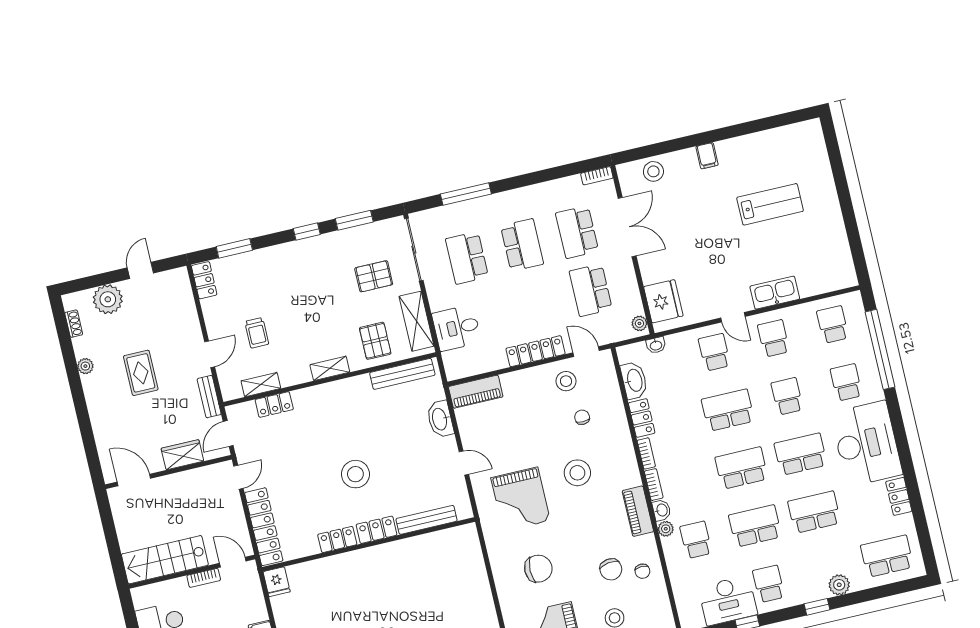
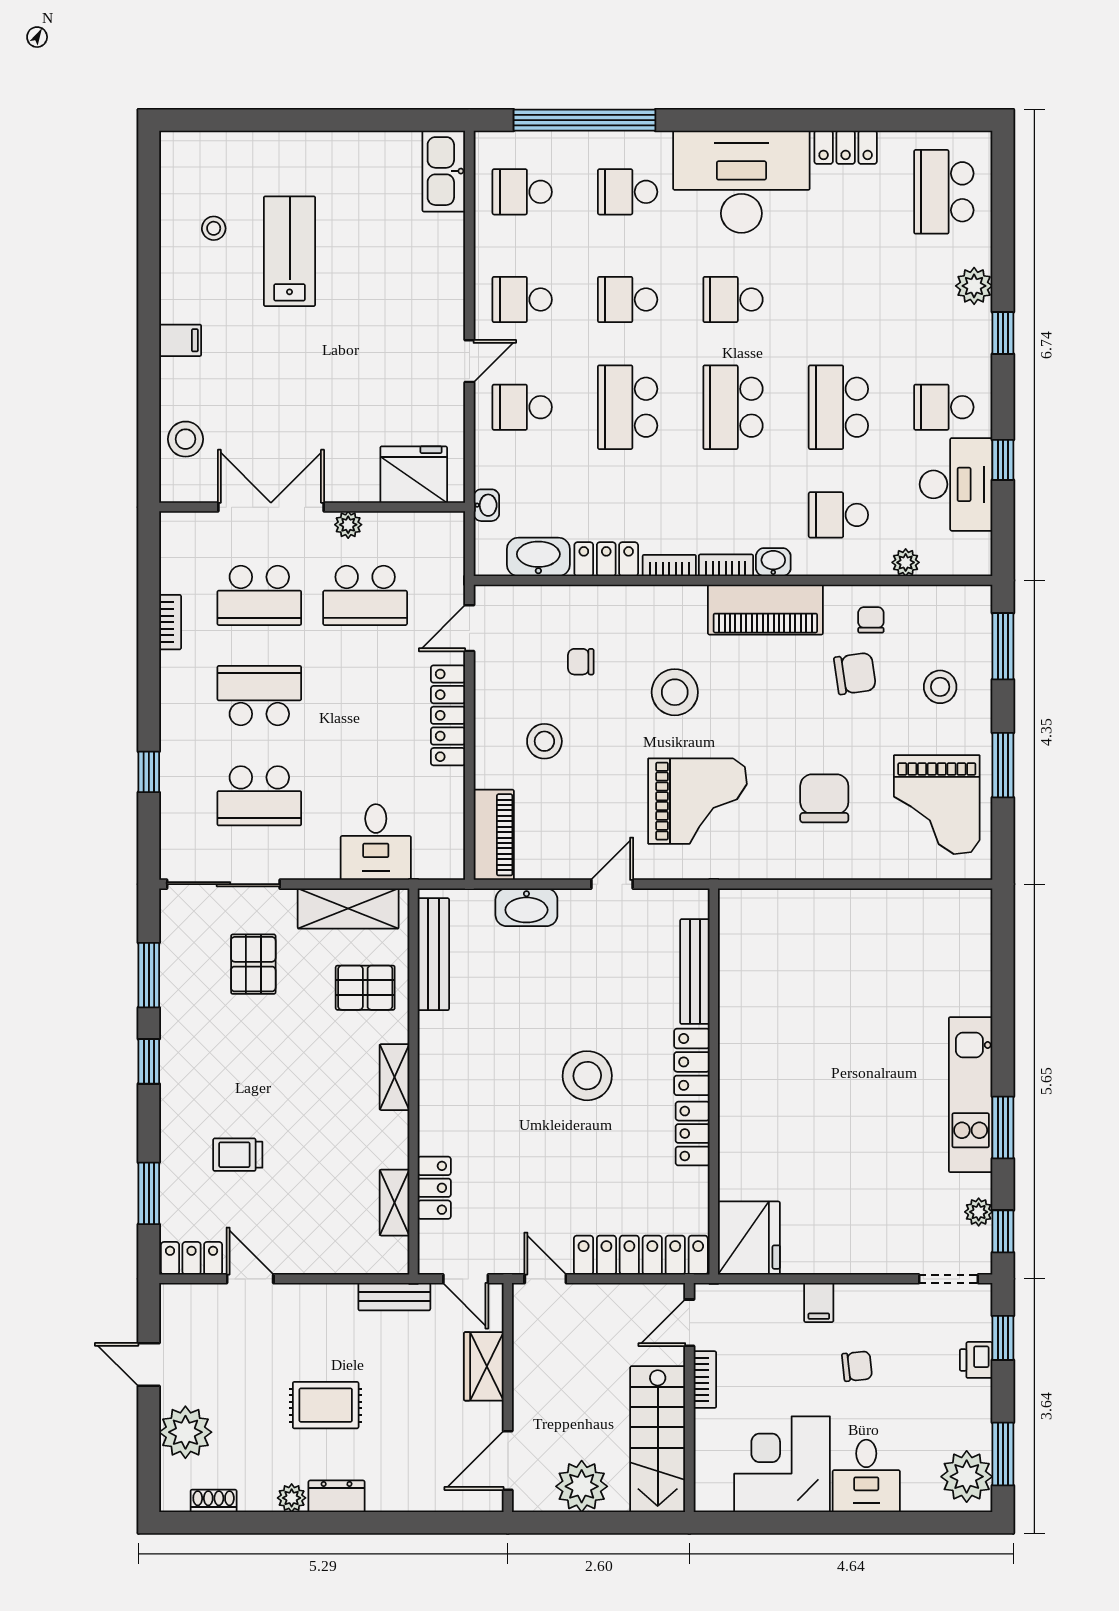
stool: (773, 160) -> (214, 228), added
bookcase: (597, 176) -> (170, 622), moved
window: (466, 194) -> (149, 772), width x0.46
kitchen sink: (775, 293) -> (444, 171), moved
plant: (639, 323) -> (348, 525), moved
trolley: (257, 333) -> (238, 1155), moved, turned 180
door: (210, 354) -> (250, 1279), moved
stool: (566, 381) -> (544, 741), moved
dresser: (92, 391) -> (337, 1496), added
school desk: (801, 454) -> (733, 300), width x0.54
piano: (638, 511) -> (765, 610), width x1.37, depth x1.33
school desk: (814, 512) -> (838, 300), removed
plant: (129, 524) -> (582, 1486), added
plant: (666, 529) -> (906, 562), moved
chair: (642, 571) -> (871, 620), turned -88
fridge: (277, 582) -> (749, 1238), width x1.88, depth x1.34

